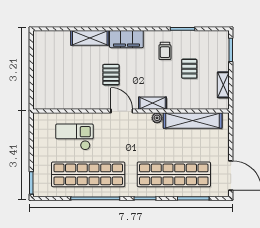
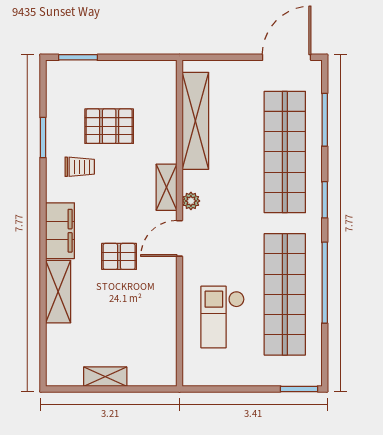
pallet: (189, 69) -> (109, 126), width x1.50, depth x1.42
shelving: (223, 85) -> (105, 377), moved
plant: (157, 118) -> (191, 201), moved

